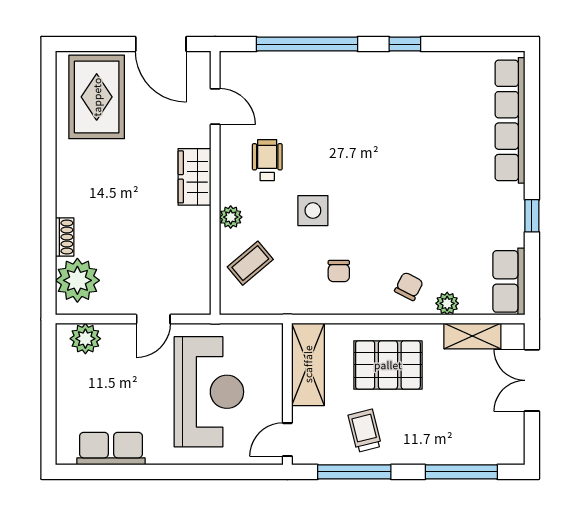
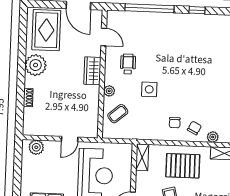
chair: (339, 271) -> (175, 123), moved
plant: (77, 280) -> (36, 65), moved
shelving: (308, 364) -> (142, 157), width x0.67, depth x0.75

